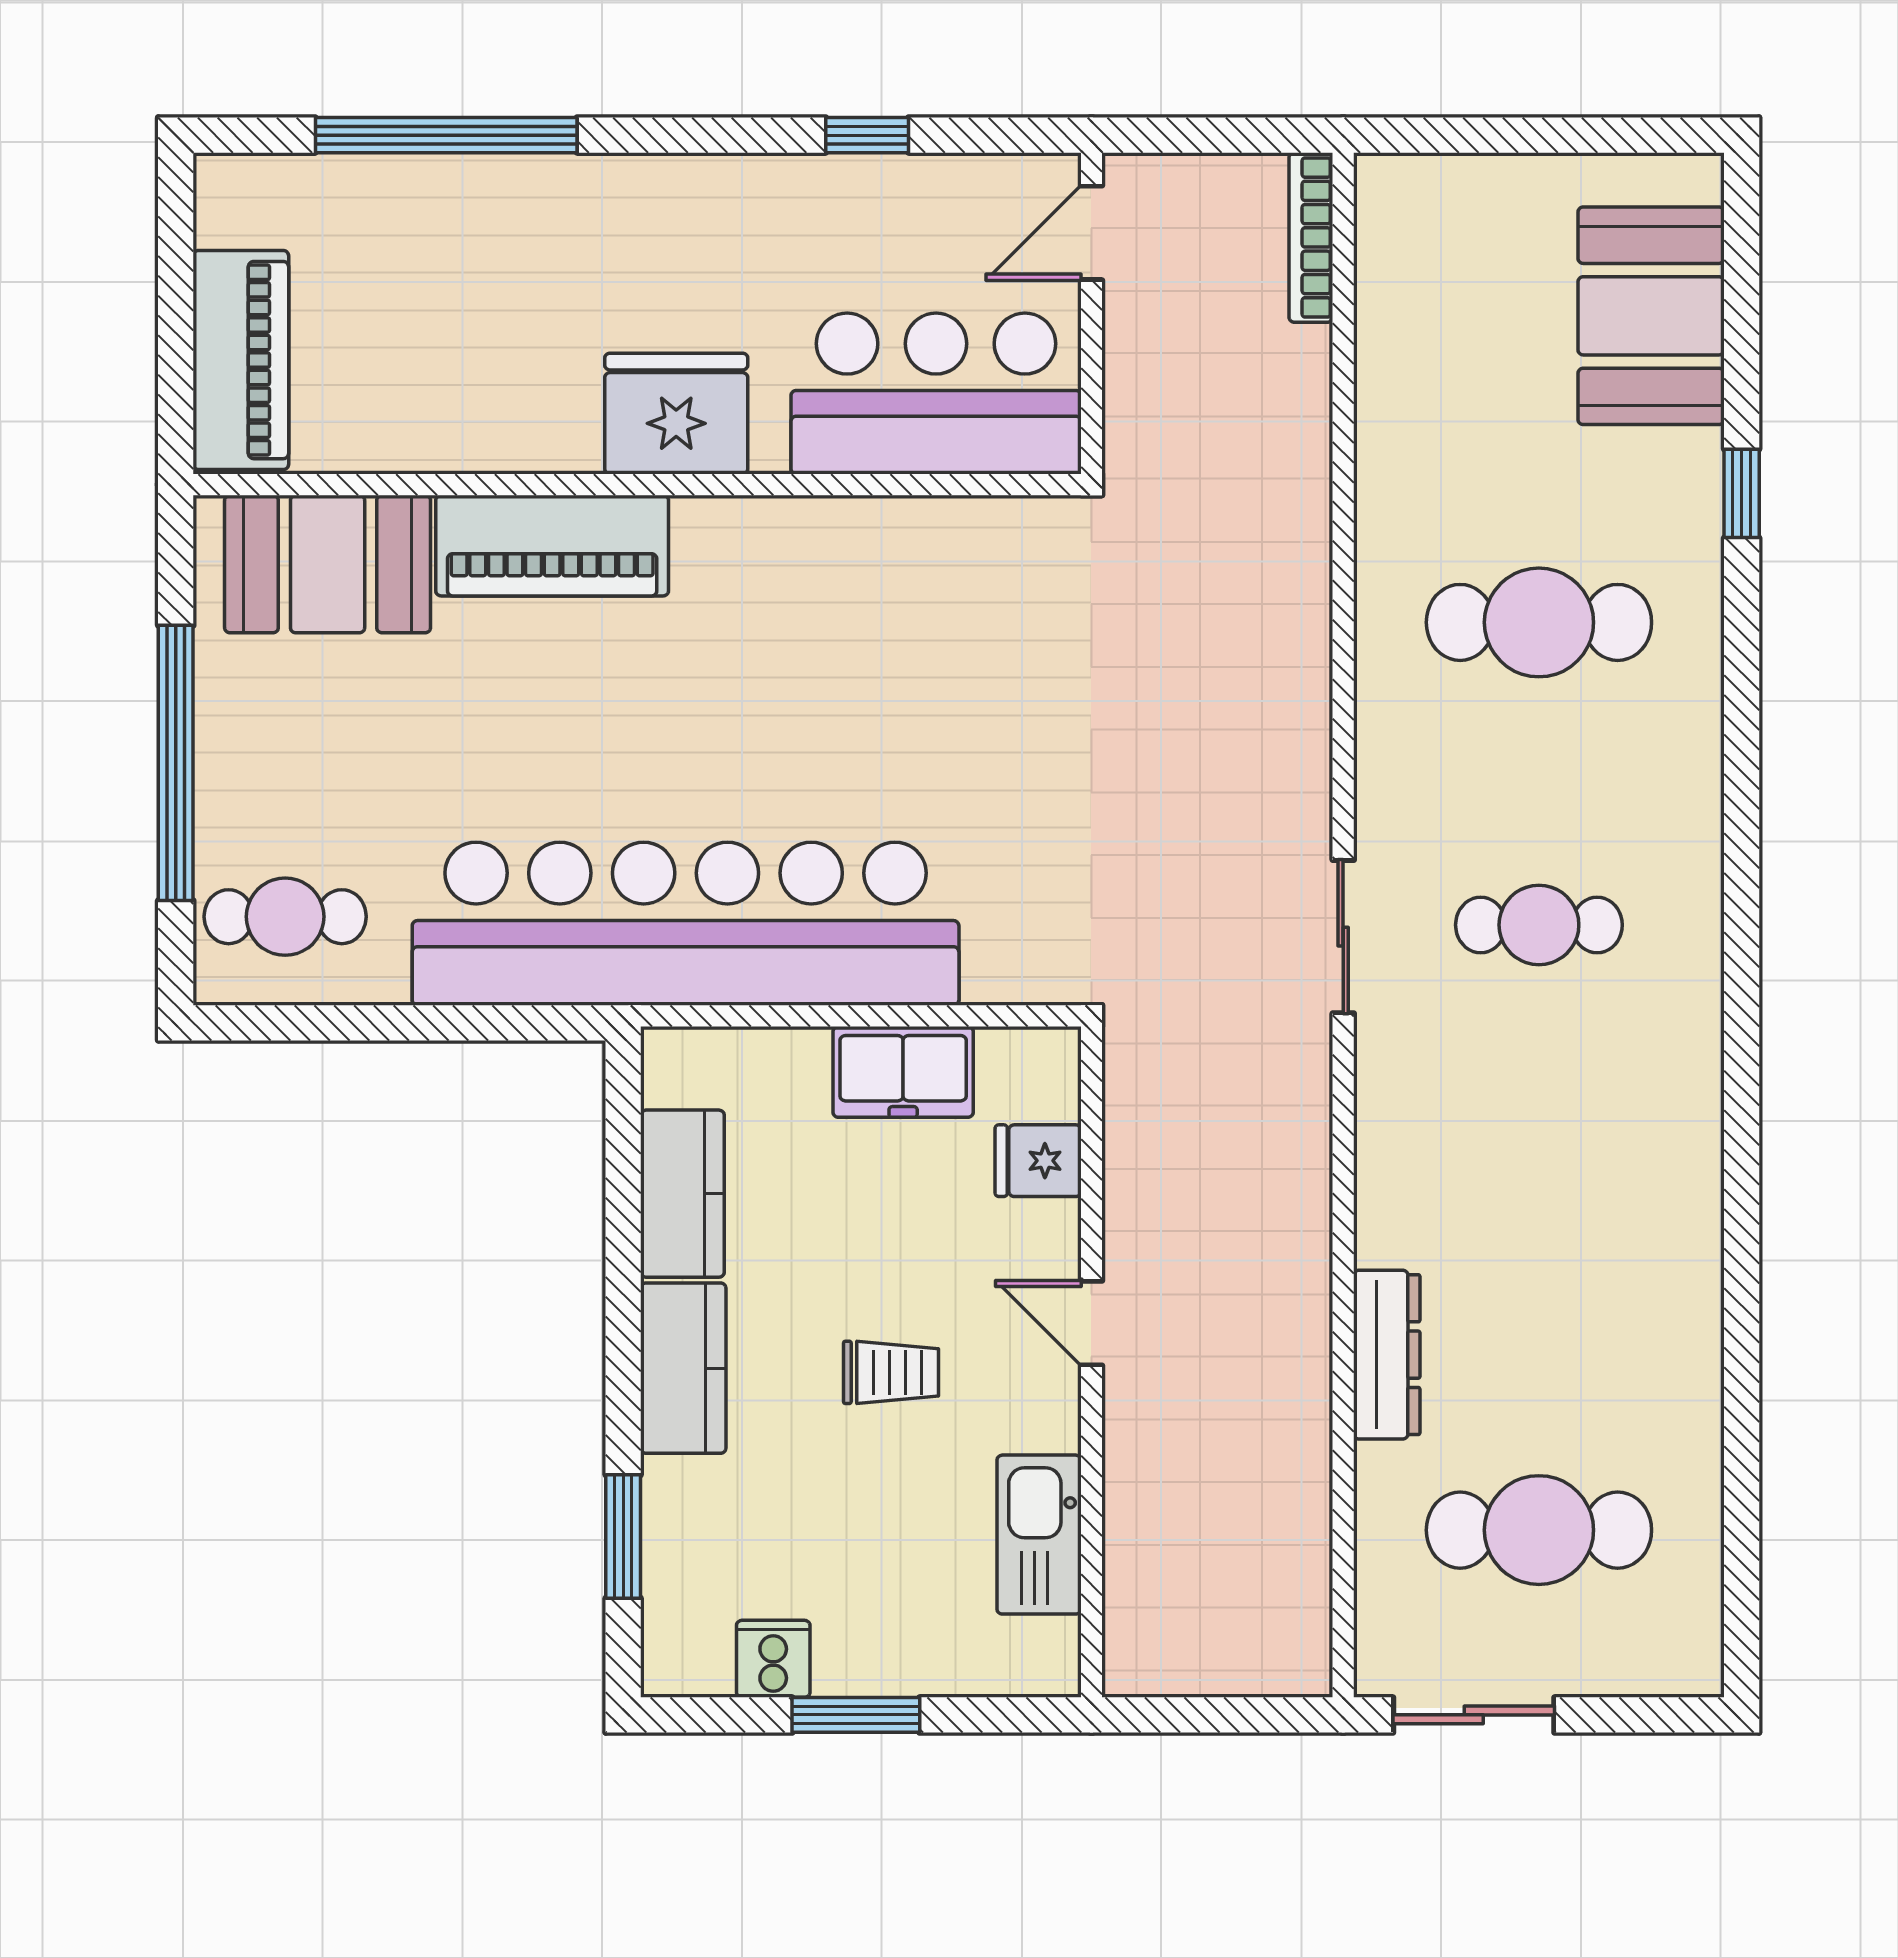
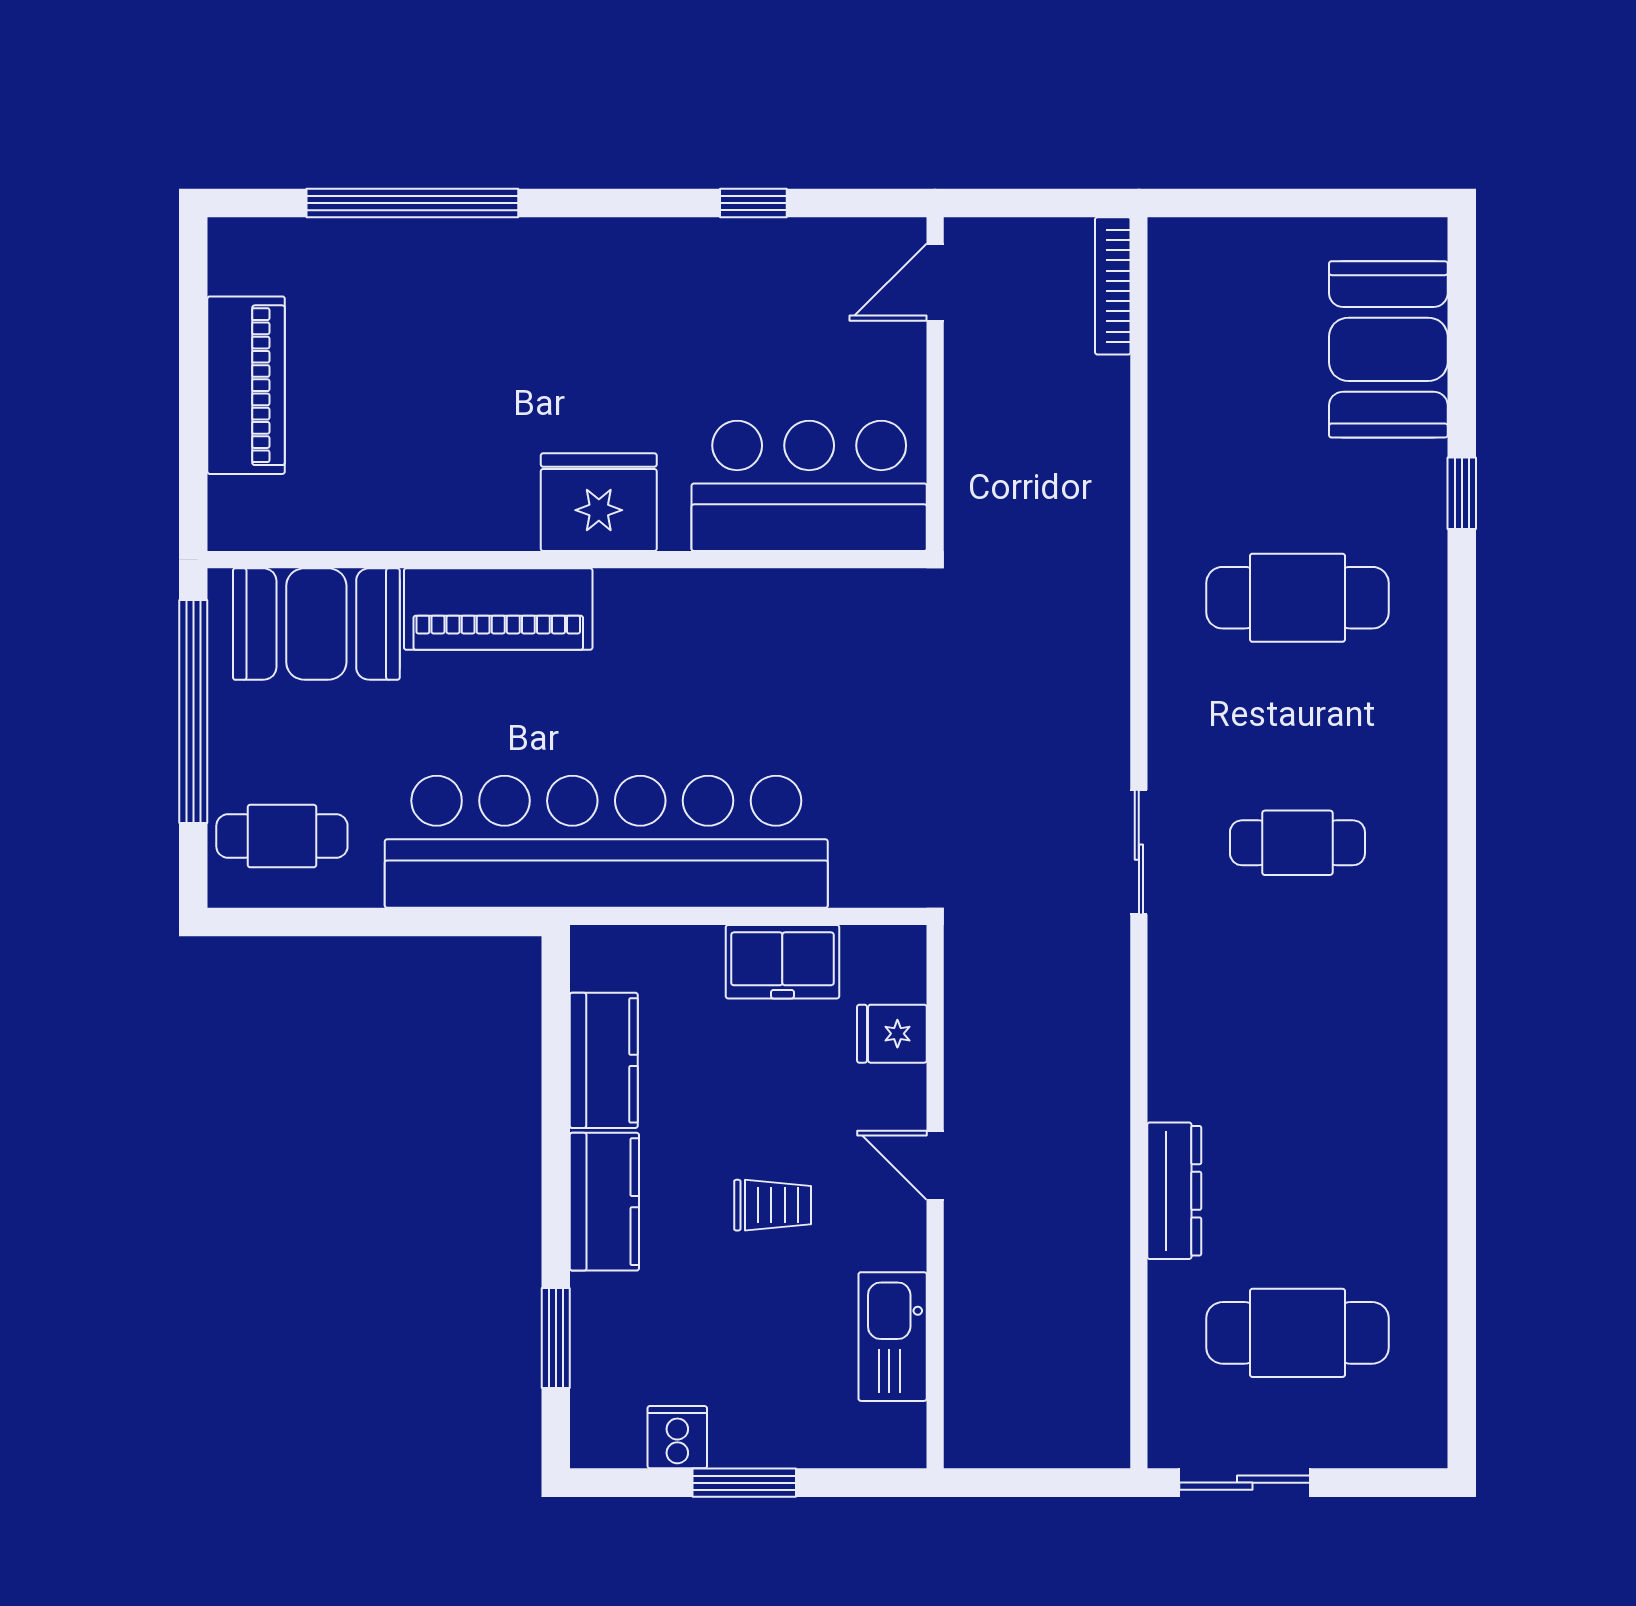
bar counter: (936, 394) -> (809, 486), moved
fridge: (676, 414) -> (599, 502), moved
wall: (637, 485) -> (567, 560), moved
piano: (552, 546) -> (498, 609), moved
booth: (328, 564) -> (316, 624), moved

